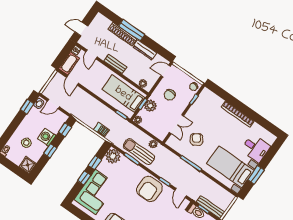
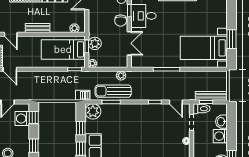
chair: (170, 95) -> (121, 21), moved
barbecue: (101, 130) -> (83, 95), moved
washing machine: (47, 137) -> (22, 119), moved
armchair: (197, 139) -> (157, 45), removed
desk: (256, 148) -> (144, 16), moved, turned 180
armchair: (149, 189) -> (146, 118), removed

